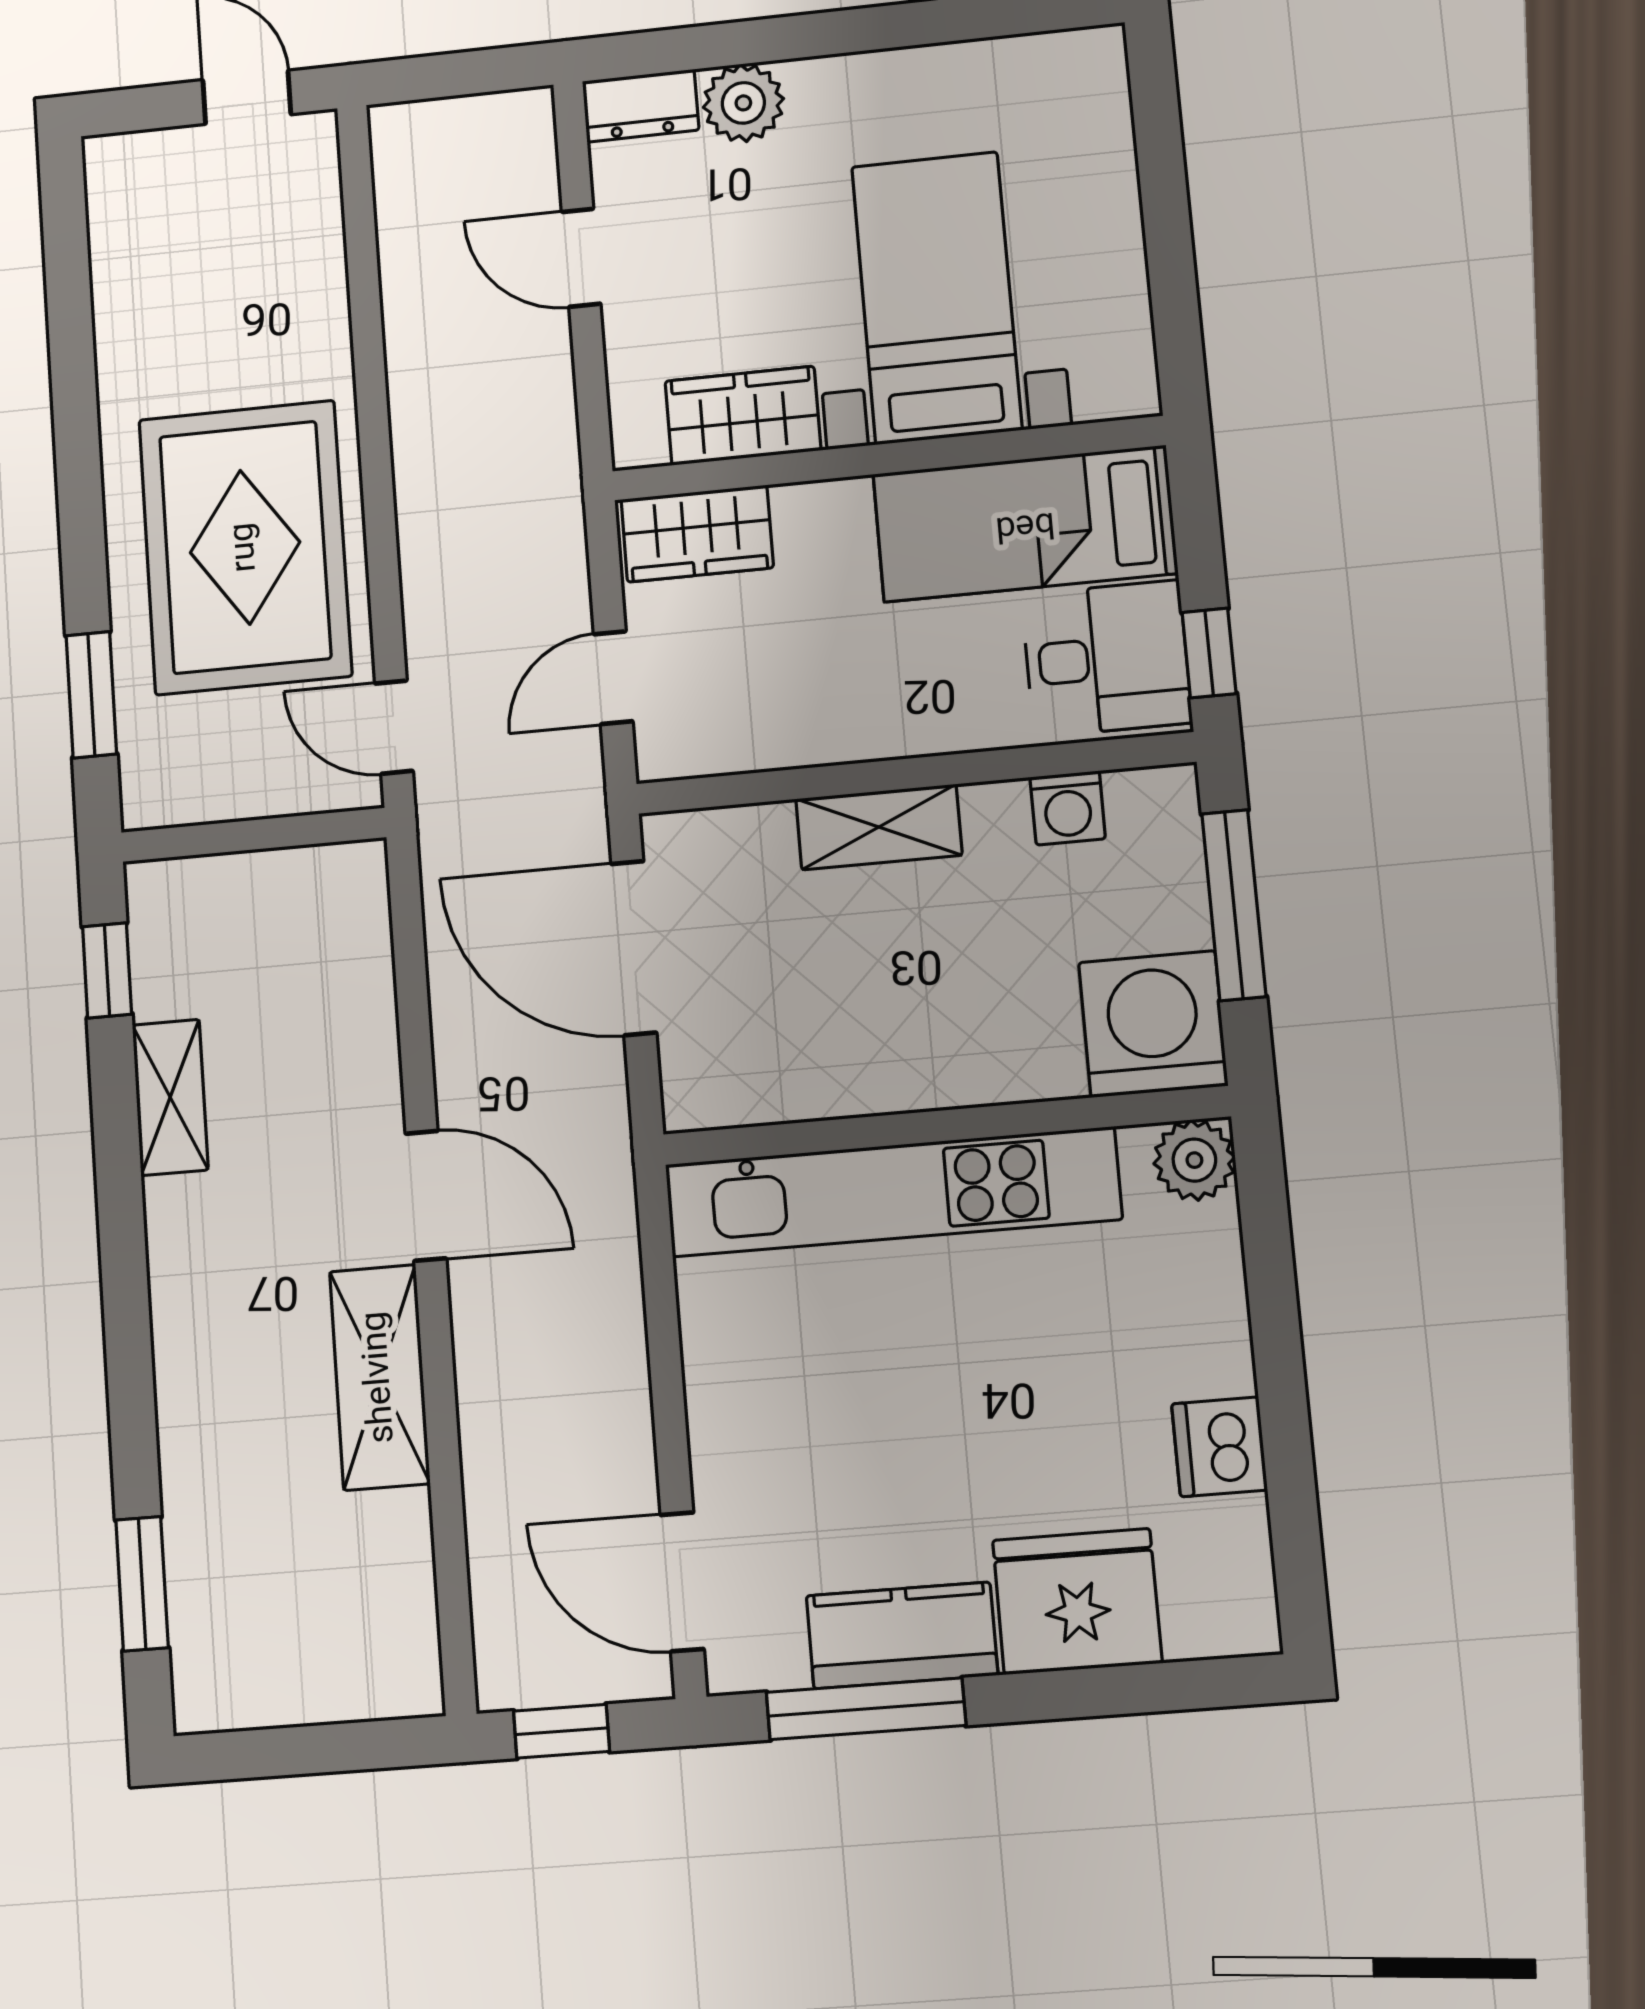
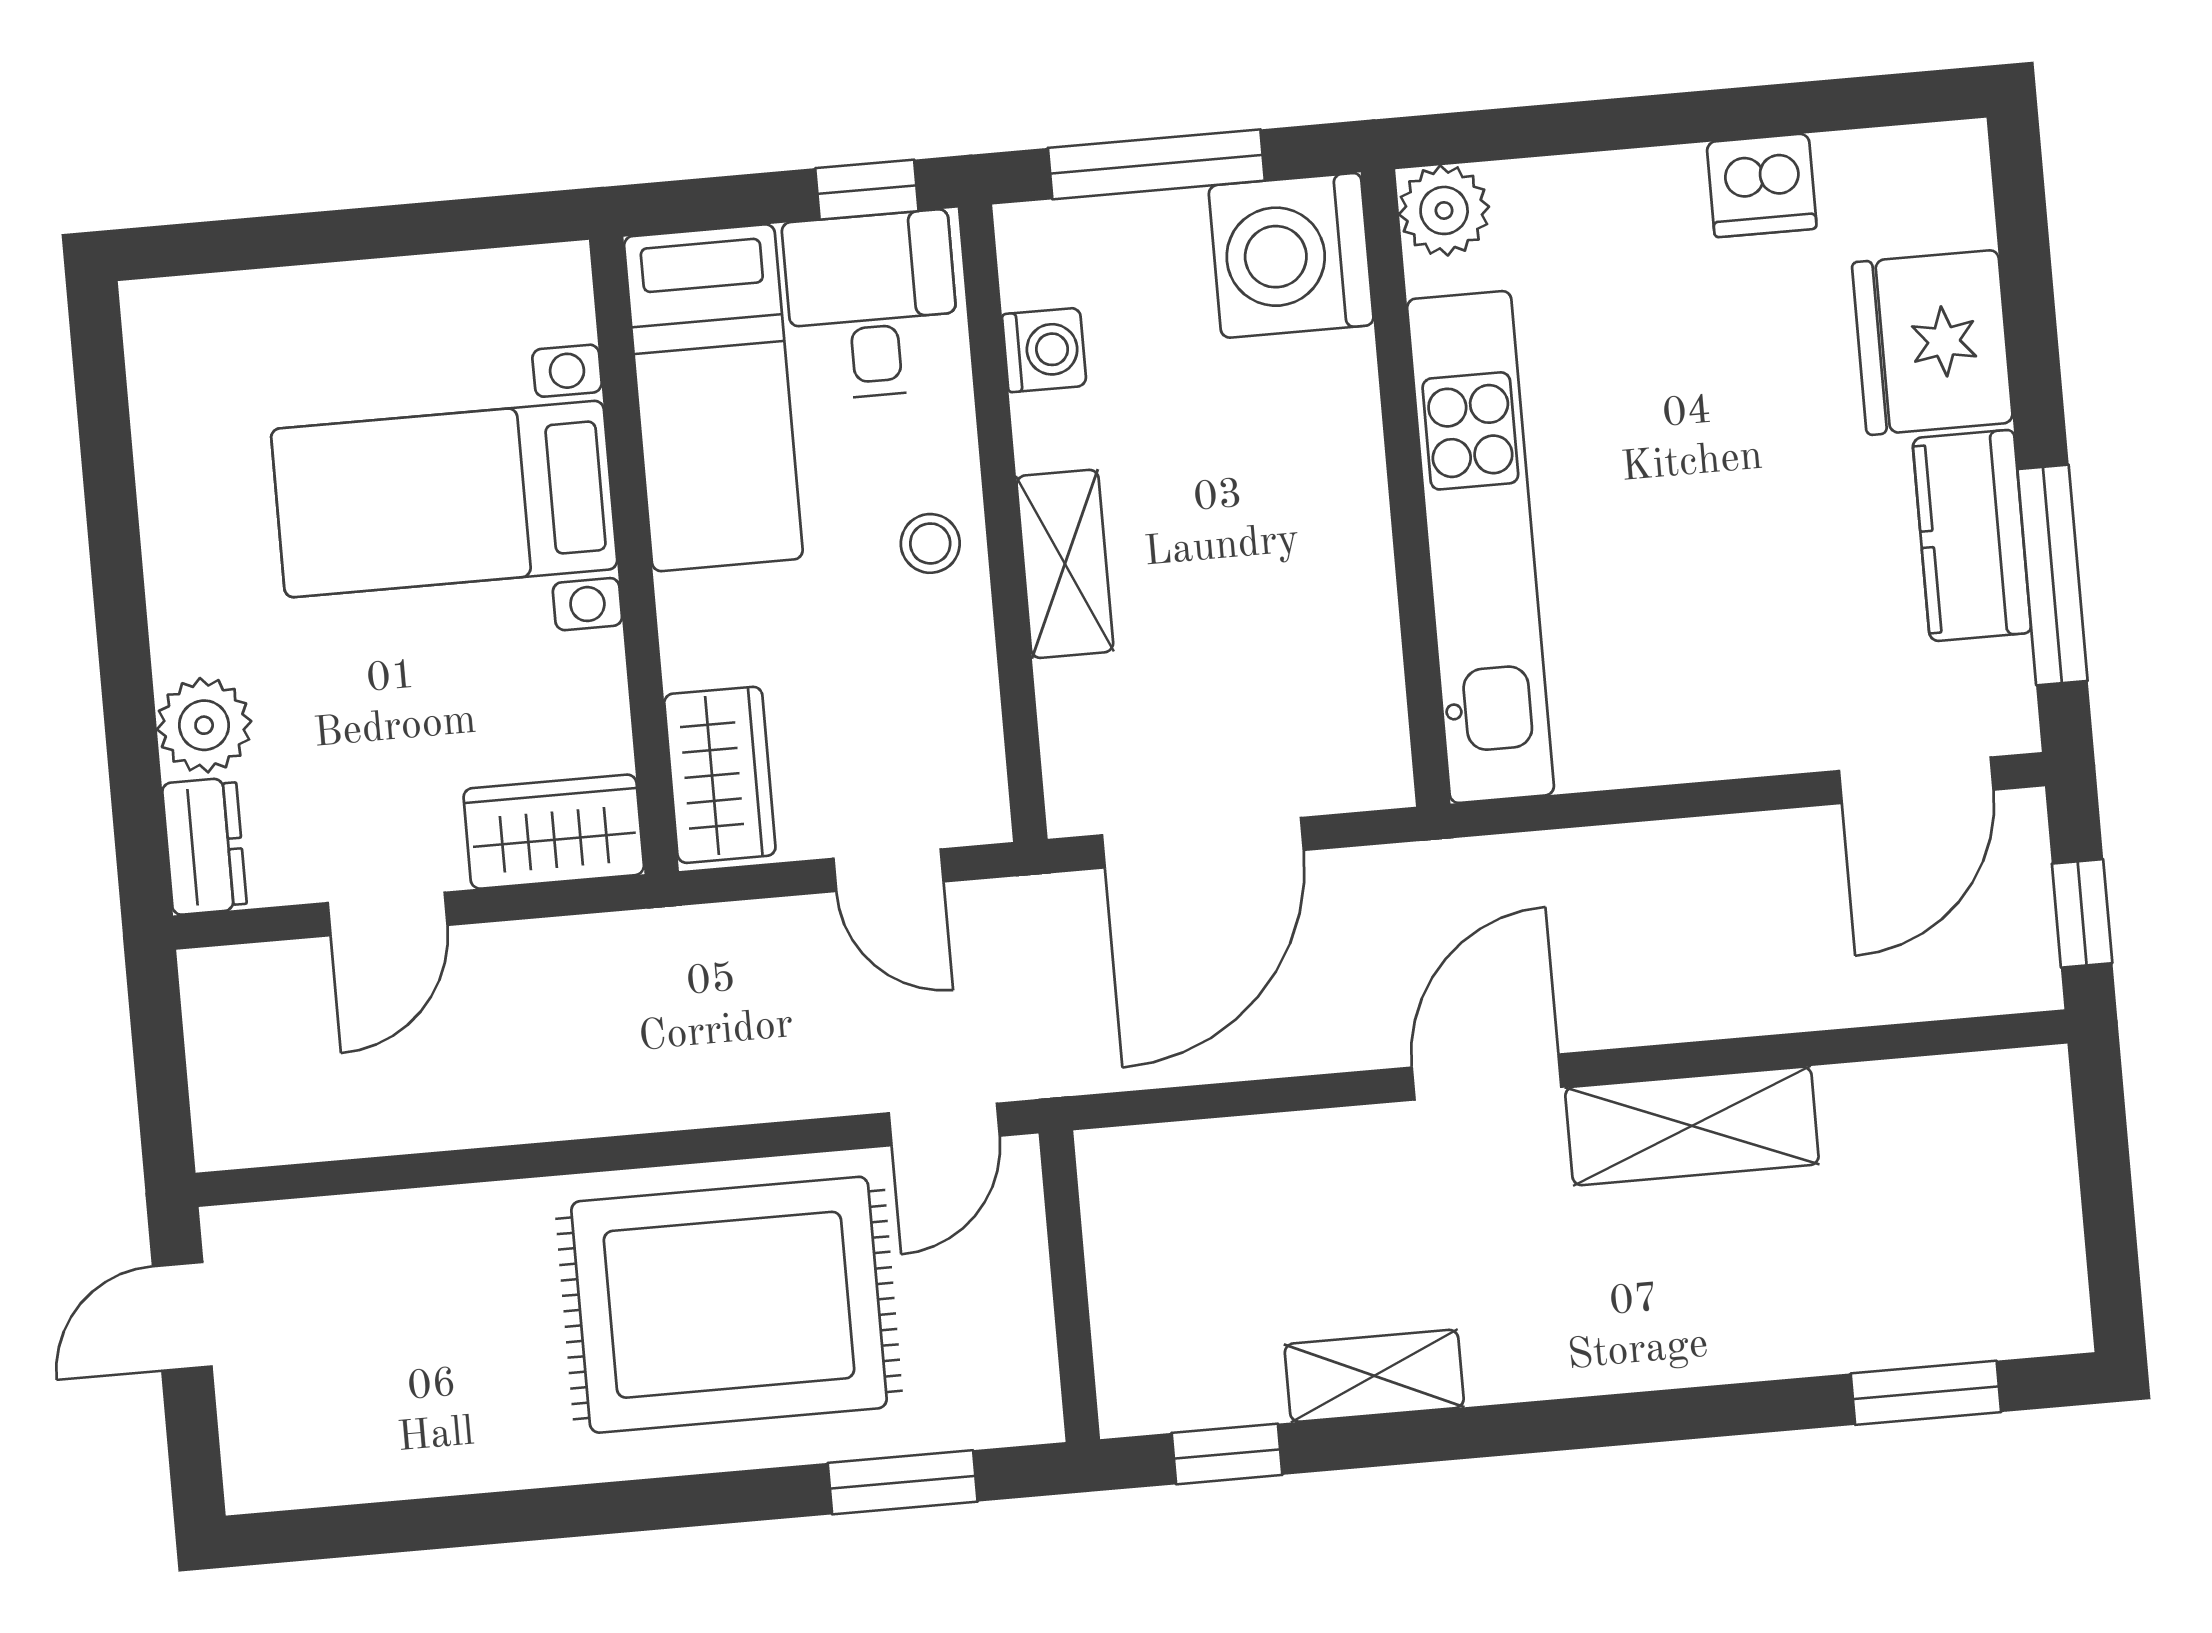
wardrobe: (743, 416) -> (554, 832), moved, turned 90
stool: (897, 711) -> (930, 543), added

